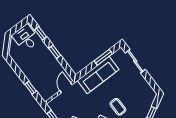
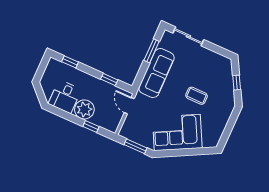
desk: (26, 38) -> (65, 97), moved, turned -90
window: (55, 52) -> (109, 79), moved
plant: (32, 73) -> (84, 109), added

